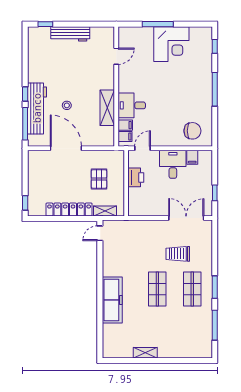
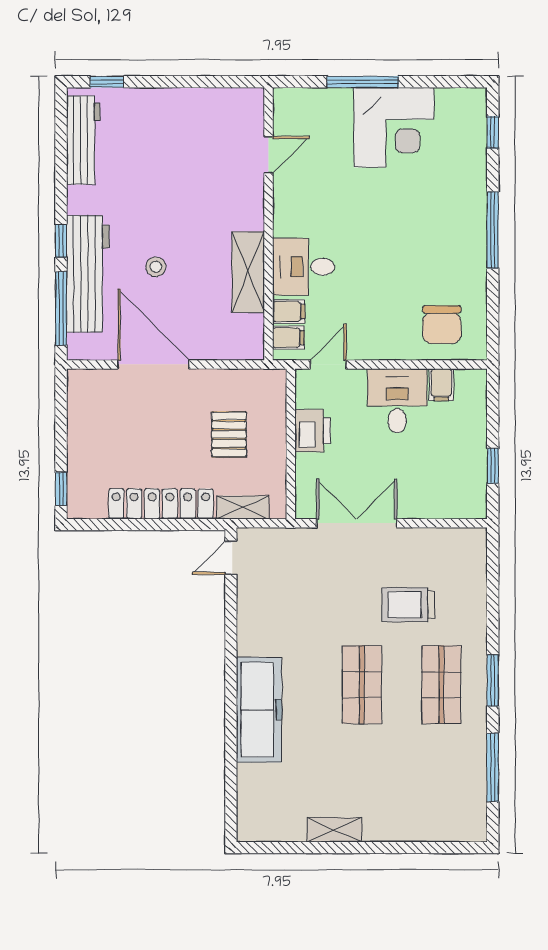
workbench: (70, 34) -> (83, 140), moved, turned -90
chair: (192, 131) -> (442, 325), turned 90
double door: (186, 218) -> (357, 523), moved

